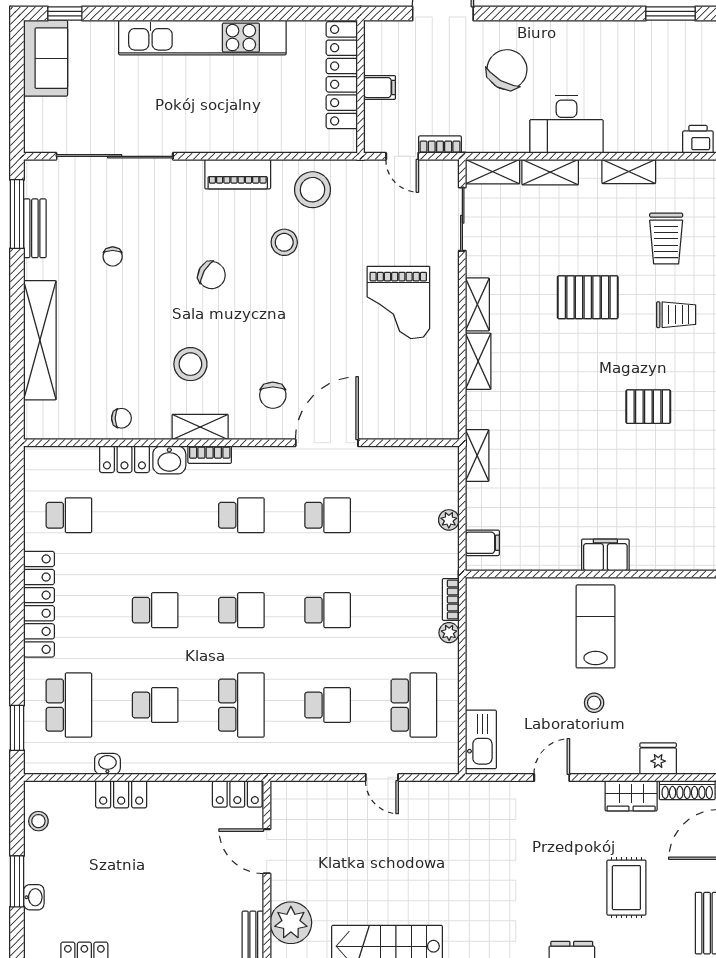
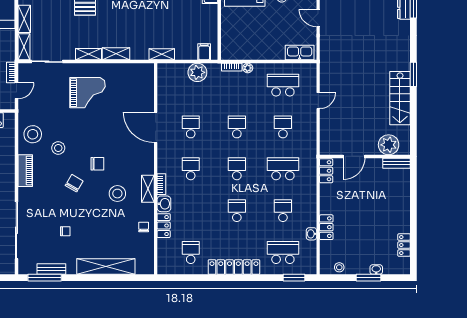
chair: (273, 395) -> (97, 164), moved
plant: (449, 520) -> (197, 72), width x1.88, depth x1.88

